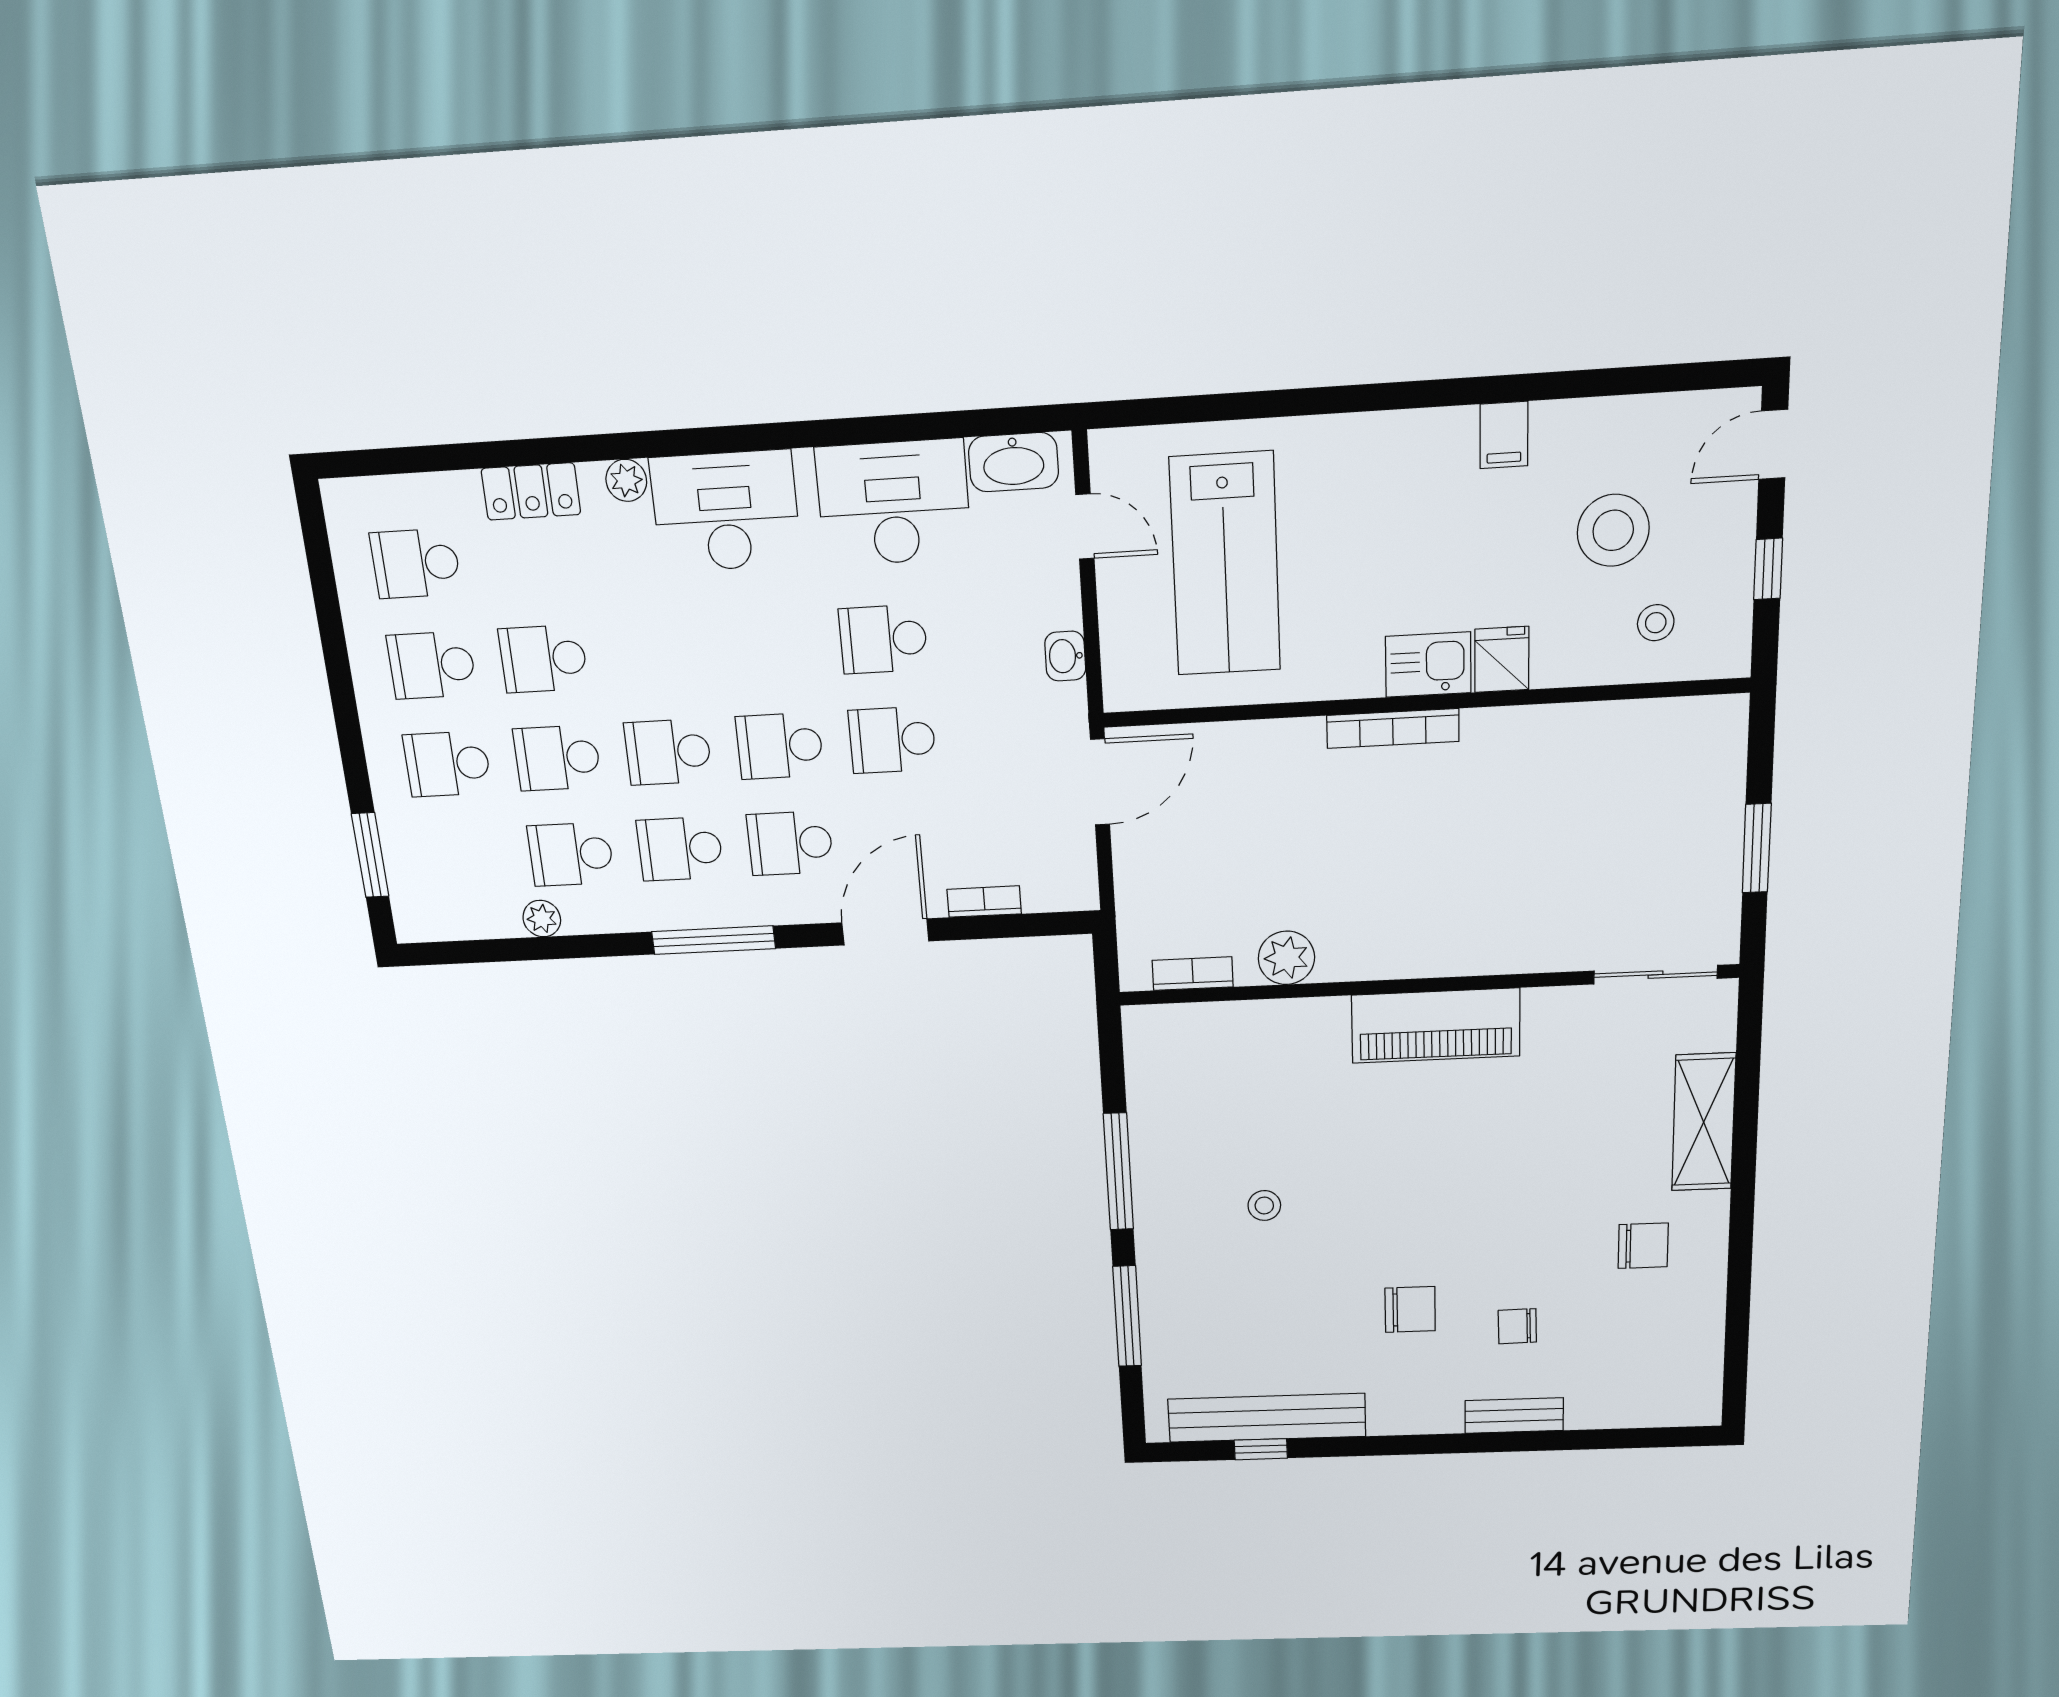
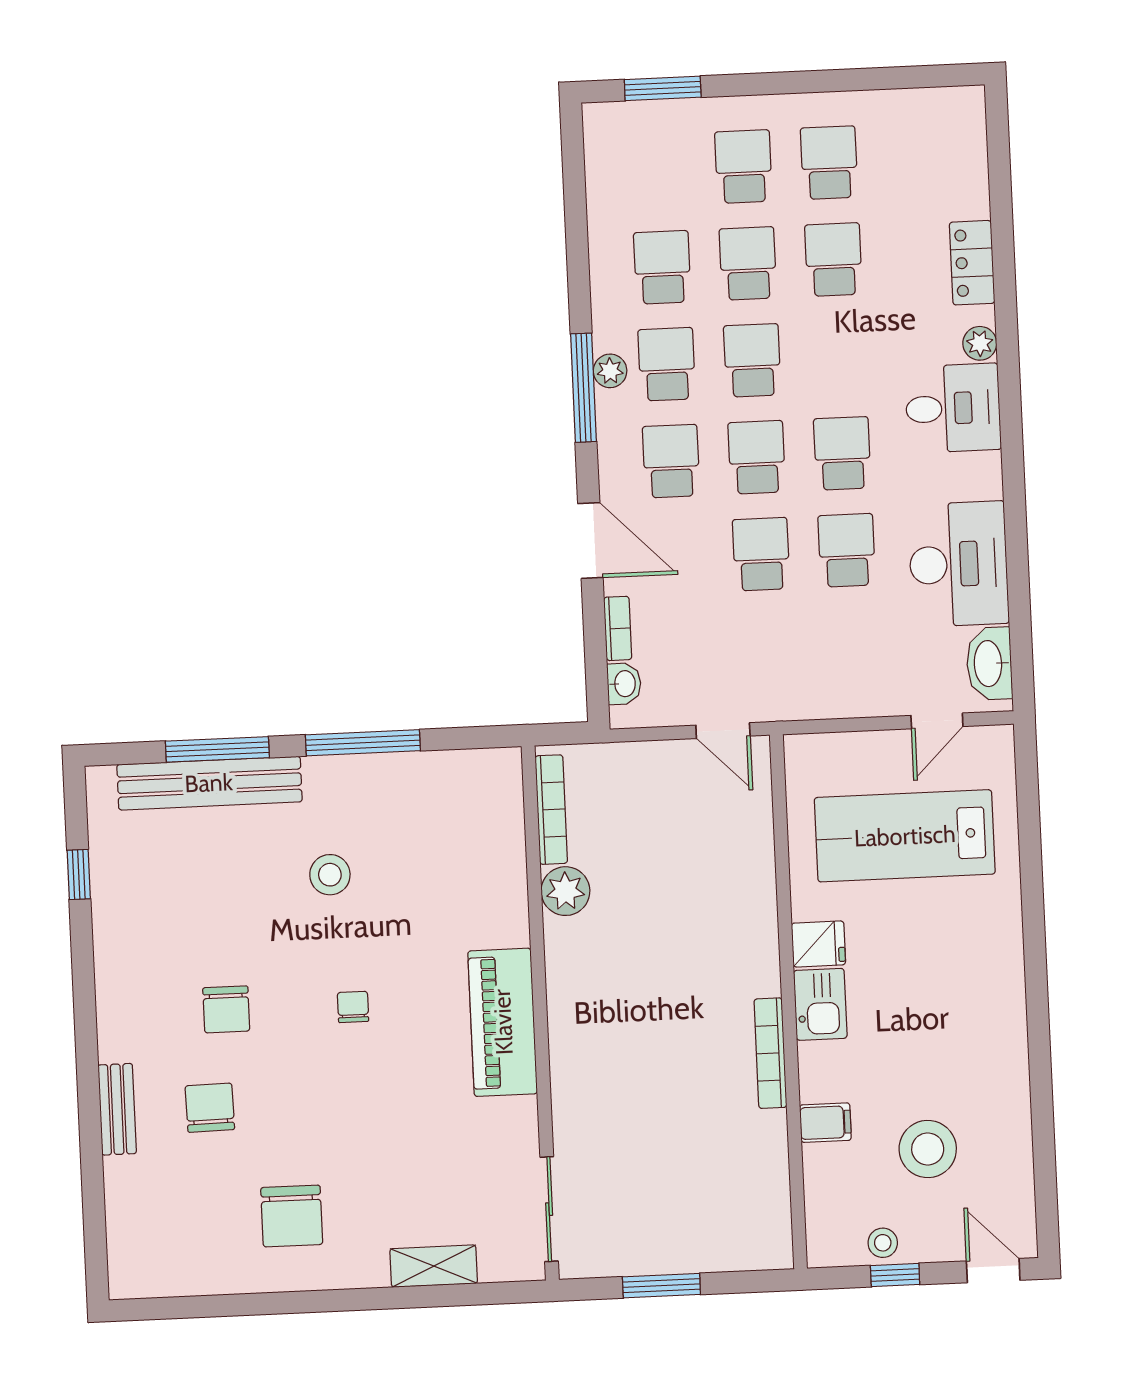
filing cabinet: (1504, 435) -> (825, 1123), moved, turned 180
desk: (726, 511) -> (953, 408), width x0.73
school desk: (416, 563) -> (842, 453), moved
stool: (1656, 623) -> (883, 1243), moved
washbasin: (1065, 656) -> (624, 684), moved, turned 90
fridge: (1502, 659) -> (818, 944), moved
bookcase: (1393, 728) -> (770, 1053), moved
door: (1100, 782) -> (723, 731), width x0.73
plant: (542, 919) -> (610, 371), moved
bookcase: (1193, 974) -> (551, 810), width x1.56
shelving: (1704, 1122) -> (434, 1266), width x0.67, depth x0.75
chair: (1412, 1183) -> (353, 1007), added
stool: (1264, 1206) -> (330, 875), width x1.37, depth x1.37
chair: (1643, 1246) -> (292, 1216), width x1.37, depth x1.37
chair: (1517, 1326) -> (210, 1108), width x1.37, depth x1.37
bench: (1267, 1418) -> (209, 783), moved, turned 90

